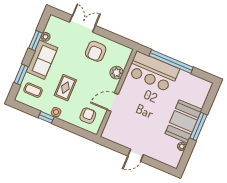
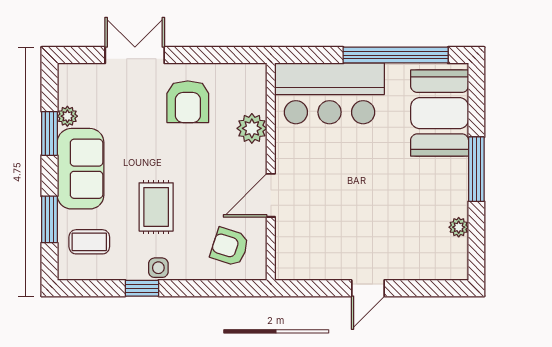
window: (171, 61) -> (396, 55), moved
armchair: (88, 116) -> (230, 247), turned -70
booth: (183, 121) -> (440, 113), moved

